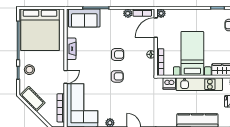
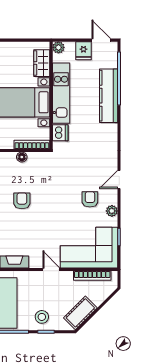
armchair: (117, 76) -> (90, 199), moved

